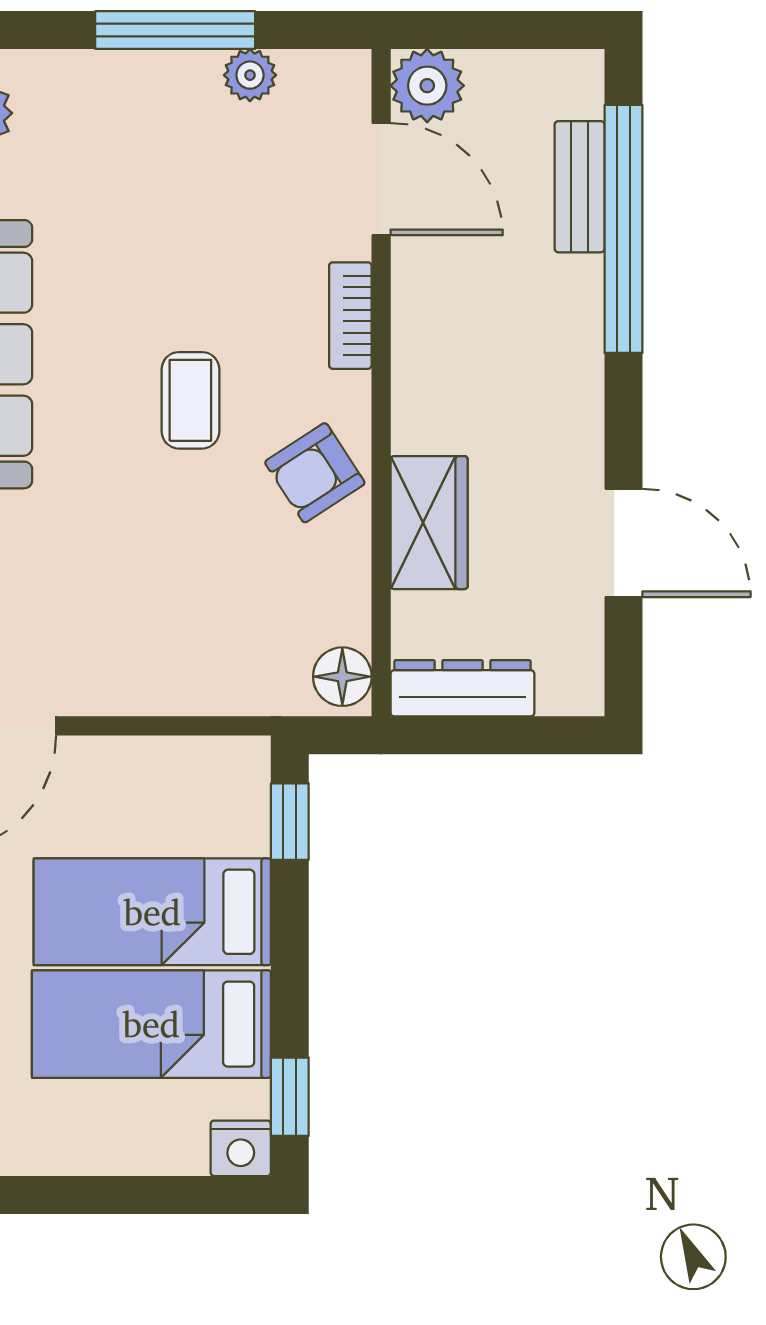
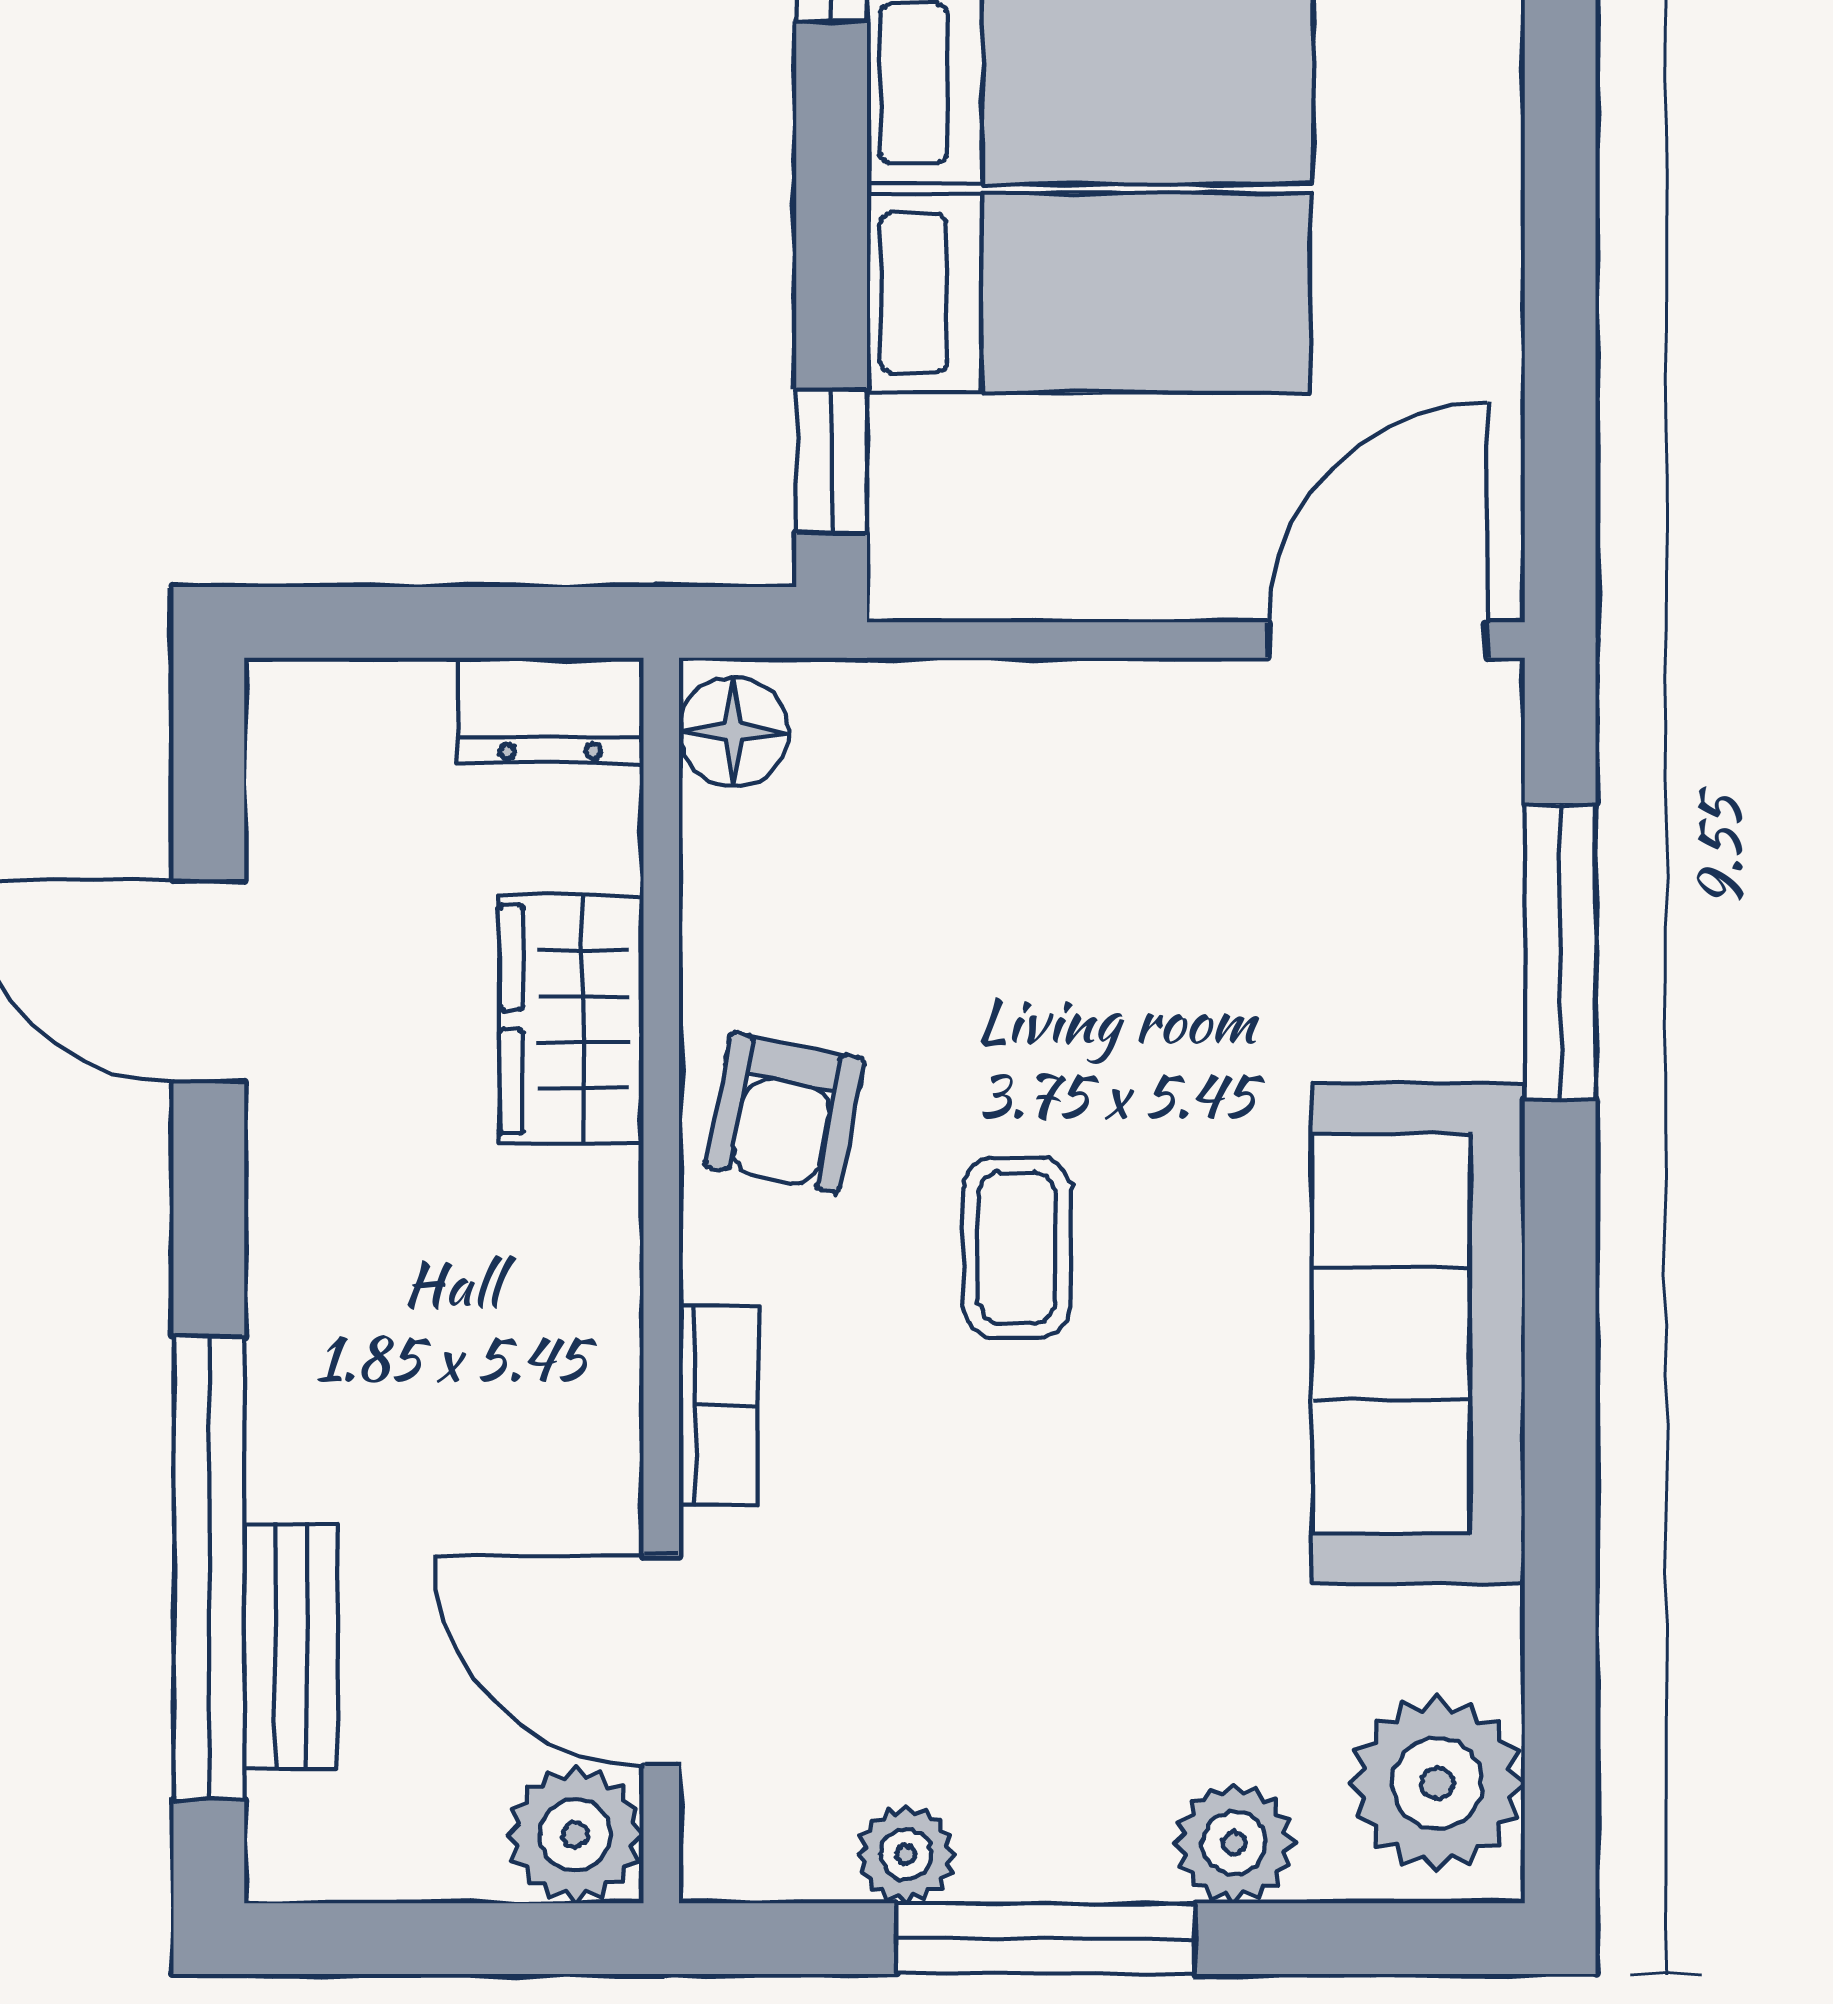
plant: (74, 81) -> (1234, 1843), added
armchair: (315, 473) -> (785, 1112), turned 134
dresser: (462, 688) -> (550, 710), width x0.70

